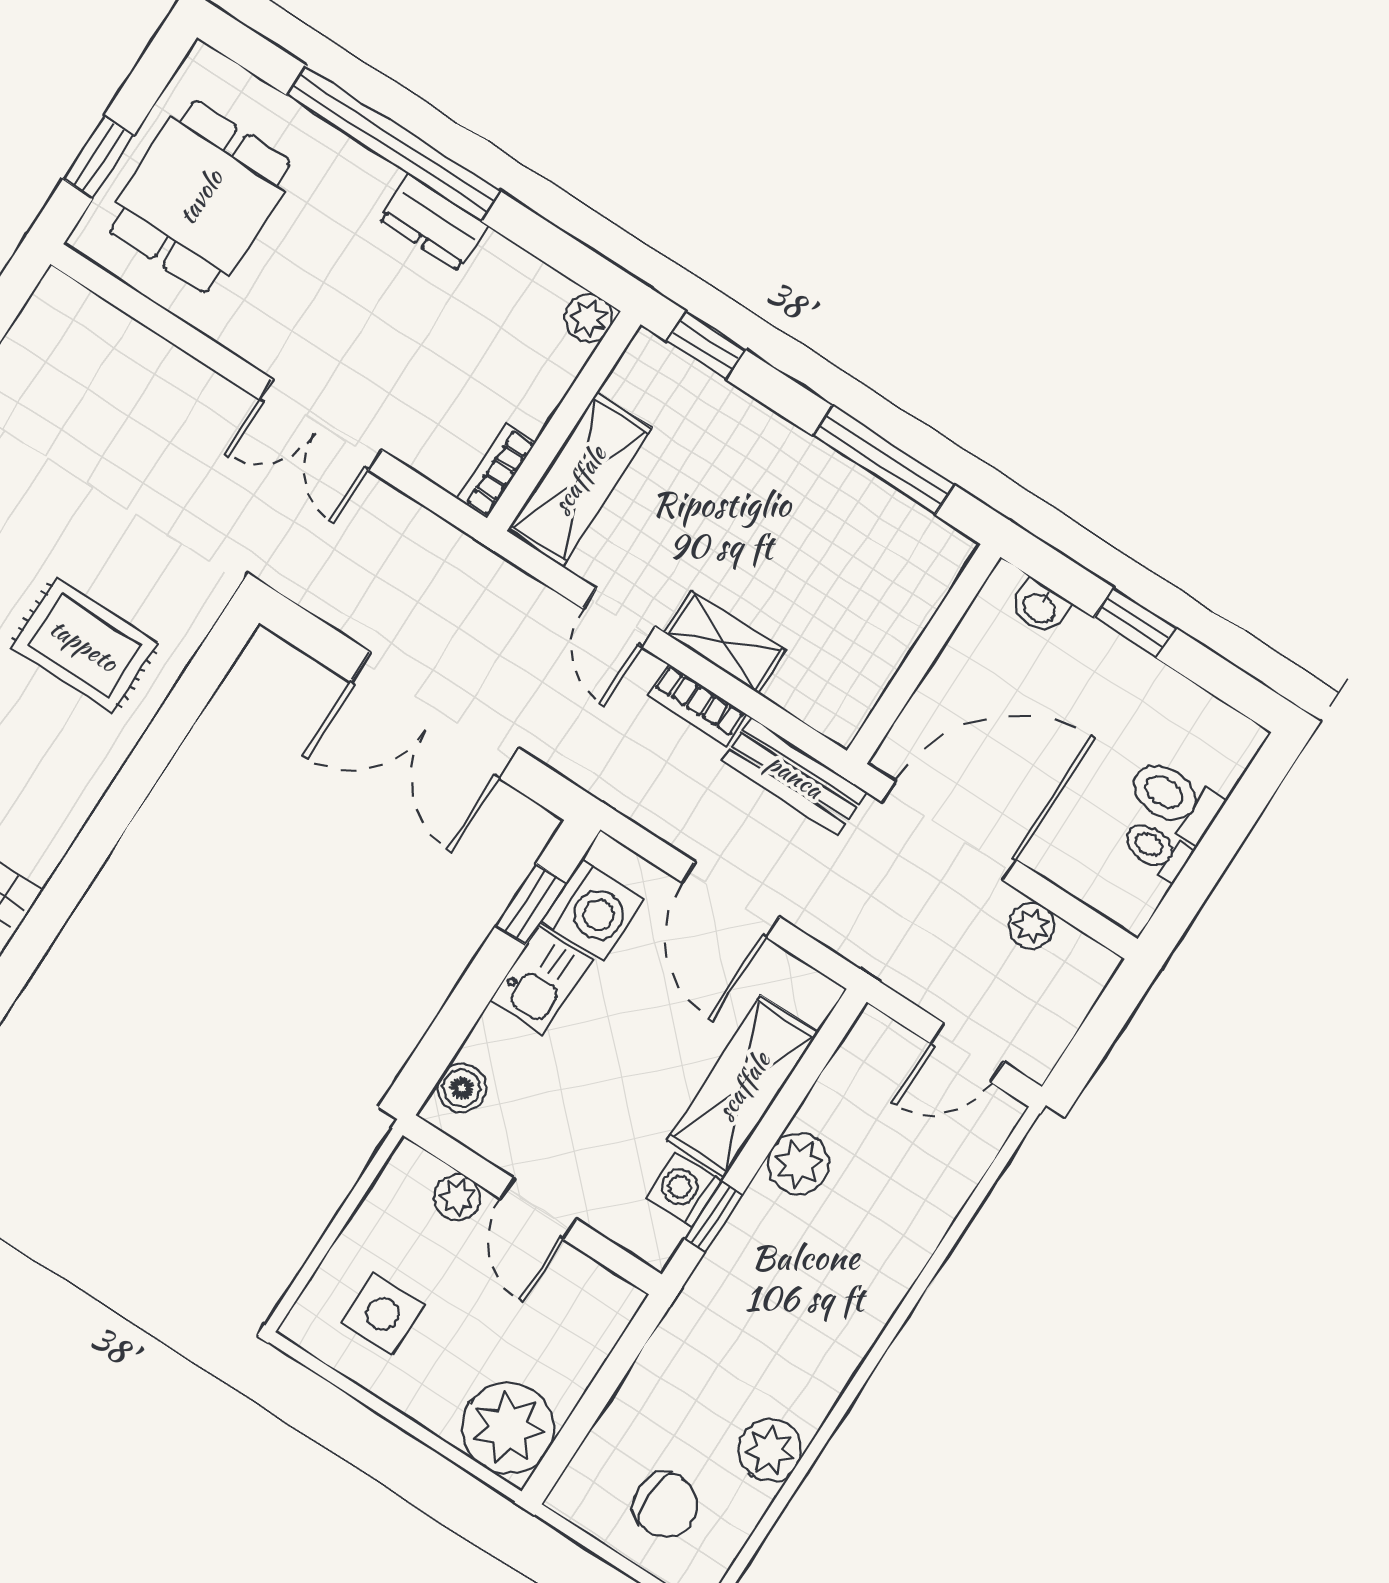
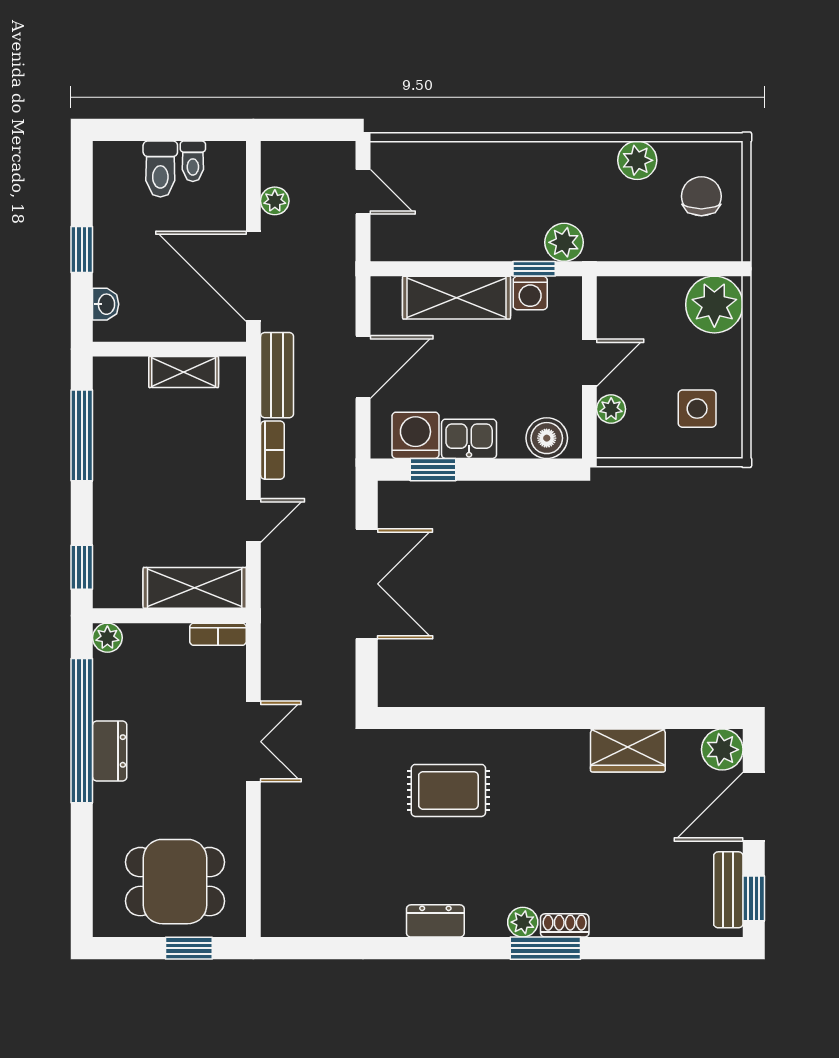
window: (394, 143) -> (82, 731), moved
shelving: (725, 642) -> (184, 372), moved, turned 90
rug: (84, 645) -> (448, 790), turned 90
boiler: (462, 1088) -> (547, 438), width x1.36, depth x1.36
plant: (798, 1163) -> (564, 242), moved

